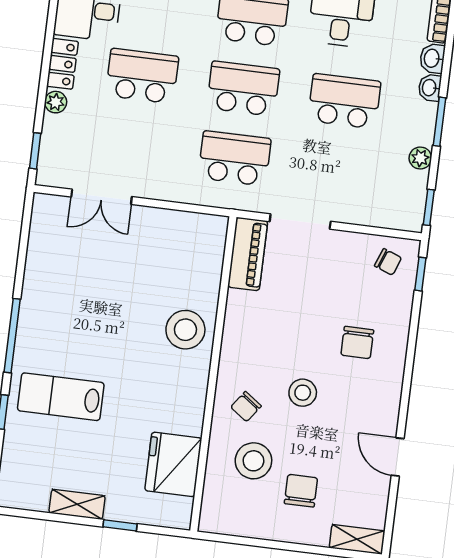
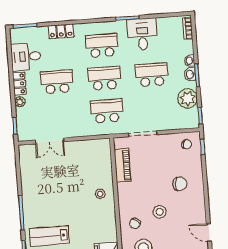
washbasin: (432, 58) -> (190, 74), moved
plant: (420, 158) -> (188, 99), width x1.87, depth x1.87
piano: (248, 254) -> (123, 165), moved
stool: (185, 330) -> (100, 194), width x0.53, depth x0.53
chair: (357, 343) -> (180, 184), turned -90

